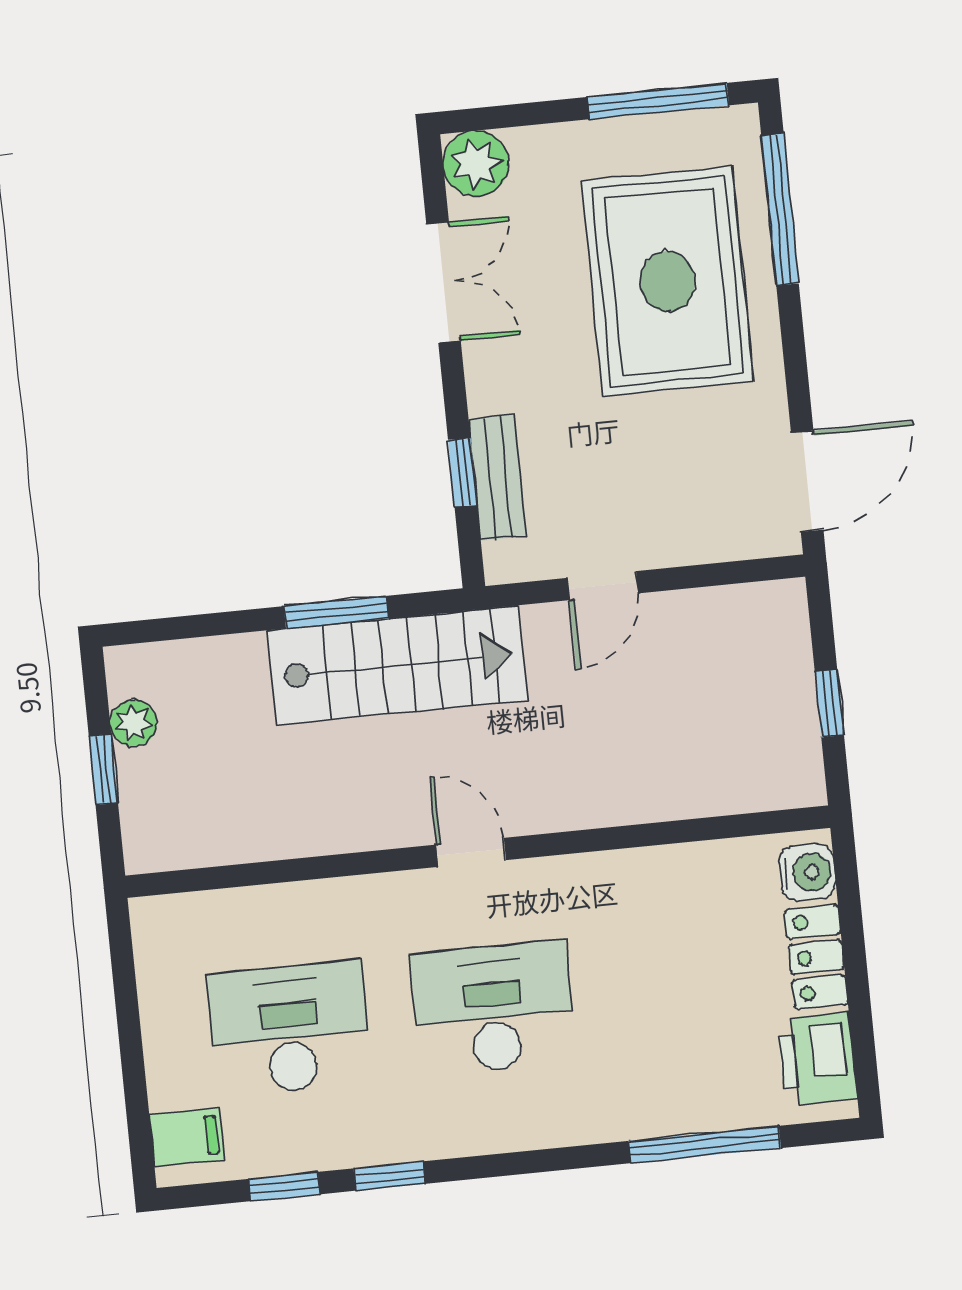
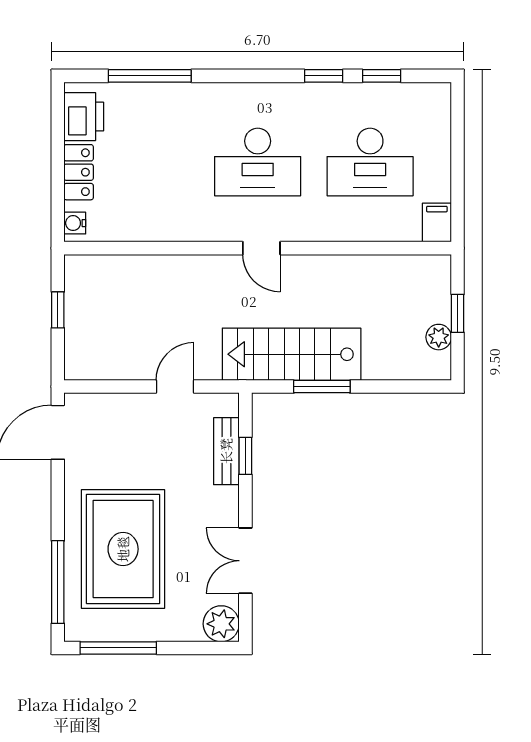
water cooler: (807, 872) -> (75, 223), width x0.72, depth x0.72
filing cabinet: (187, 1137) -> (437, 223), moved, turned 90

